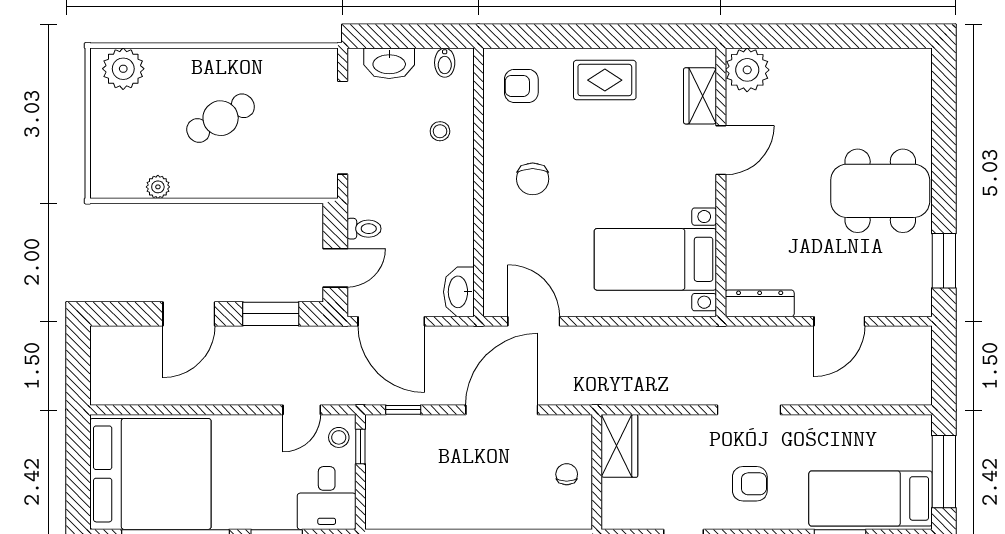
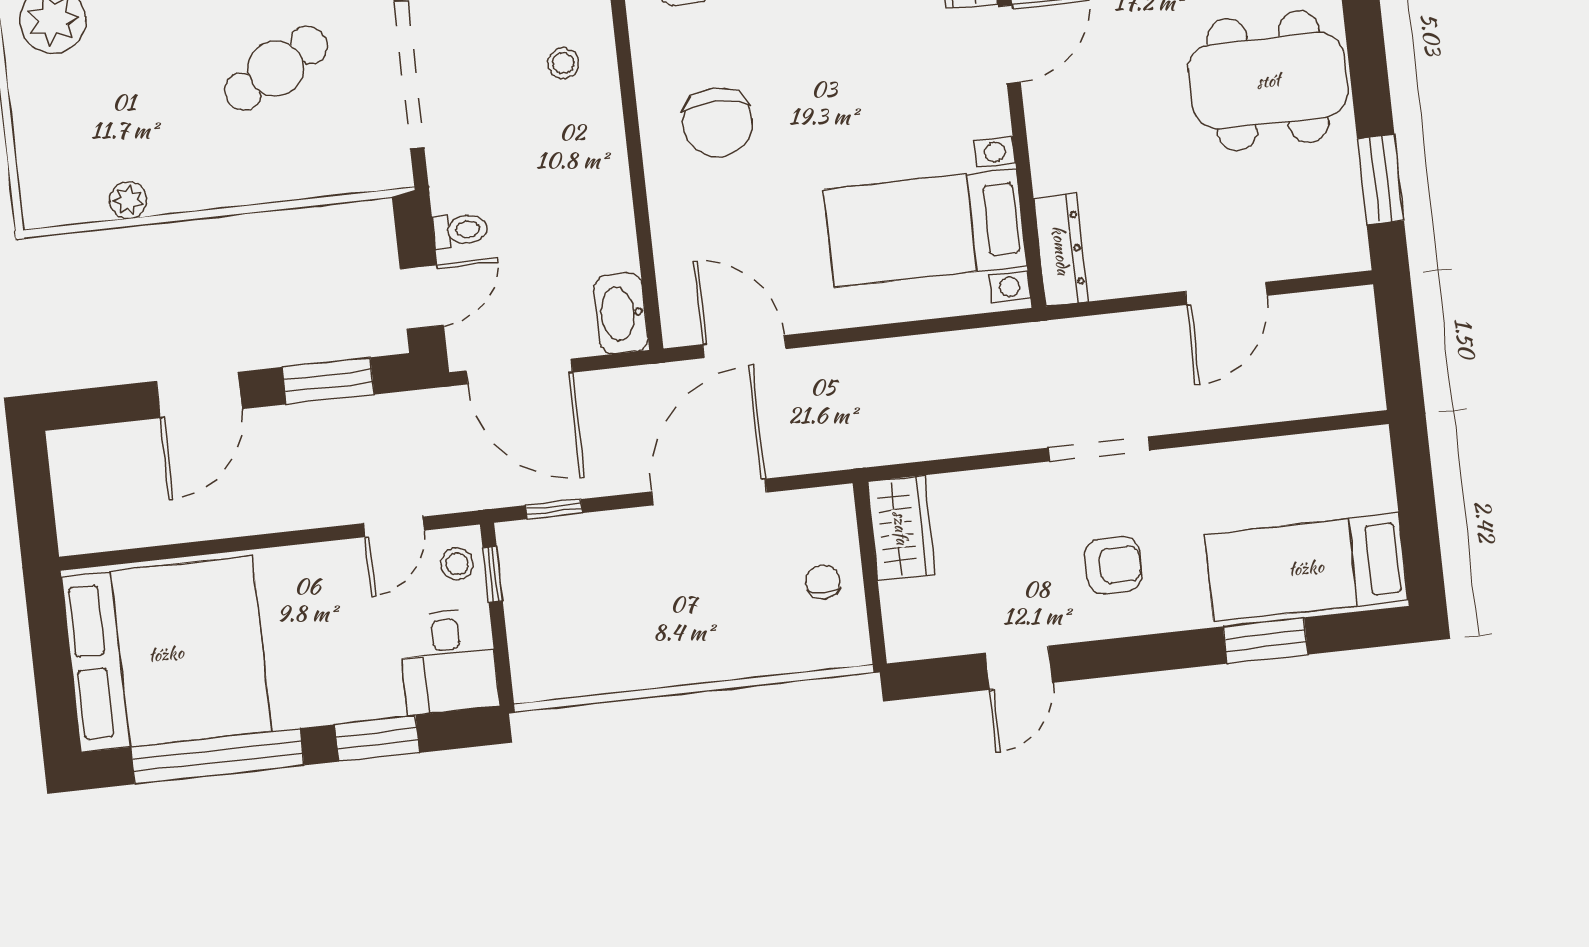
cafe table: (221, 118) -> (276, 68), moved
chair: (533, 179) -> (718, 122), width x1.37, depth x1.37
dresser: (760, 303) -> (1061, 250), moved, turned 90
window: (944, 472) -> (1417, 512), removed

